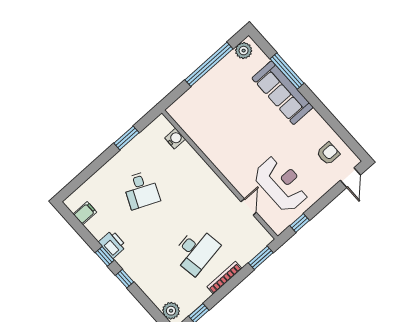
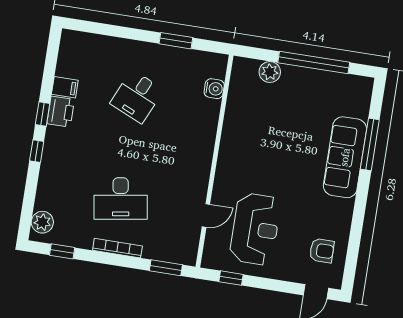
plant: (244, 51) -> (270, 72), moved
filing cabinet: (85, 213) -> (65, 87), moved

